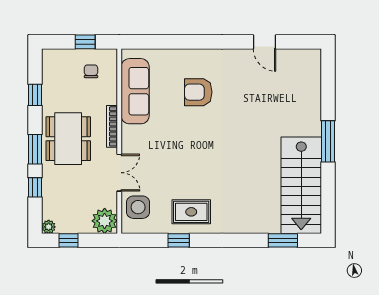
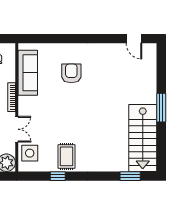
door: (265, 42) -> (134, 39), moved
armchair: (198, 92) -> (71, 73), turned 90
rug: (191, 212) -> (67, 156), turned 90

